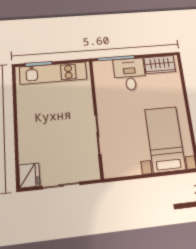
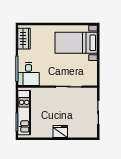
desk: (130, 74) -> (28, 74), moved, turned -90
fridge: (29, 175) -> (60, 132), moved

